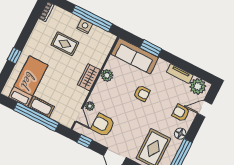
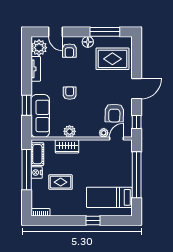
rug: (65, 44) -> (61, 182), turned 90
wardrobe: (89, 77) -> (67, 146), moved
cot: (41, 107) -> (37, 154), moved

